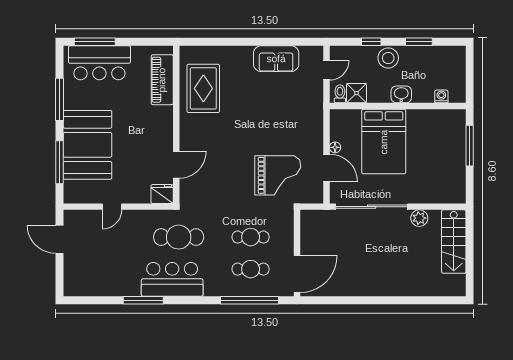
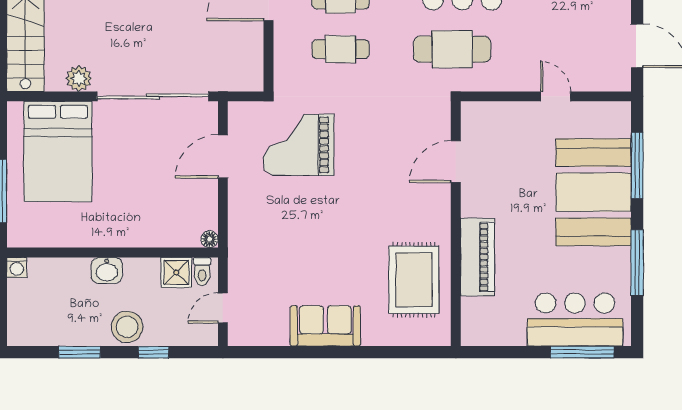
sofa: (276, 59) -> (325, 326), moved
piano: (162, 80) -> (477, 257), moved
washing machine: (441, 96) -> (17, 267), moved
bed: (384, 142) -> (58, 151), moved, turned 180
floor lamp: (335, 147) -> (210, 239), moved
door: (326, 168) -> (223, 156), hinge flipped
fridge: (162, 194) -> (478, 116), removed
door: (112, 207) -> (556, 96), hinge flipped

